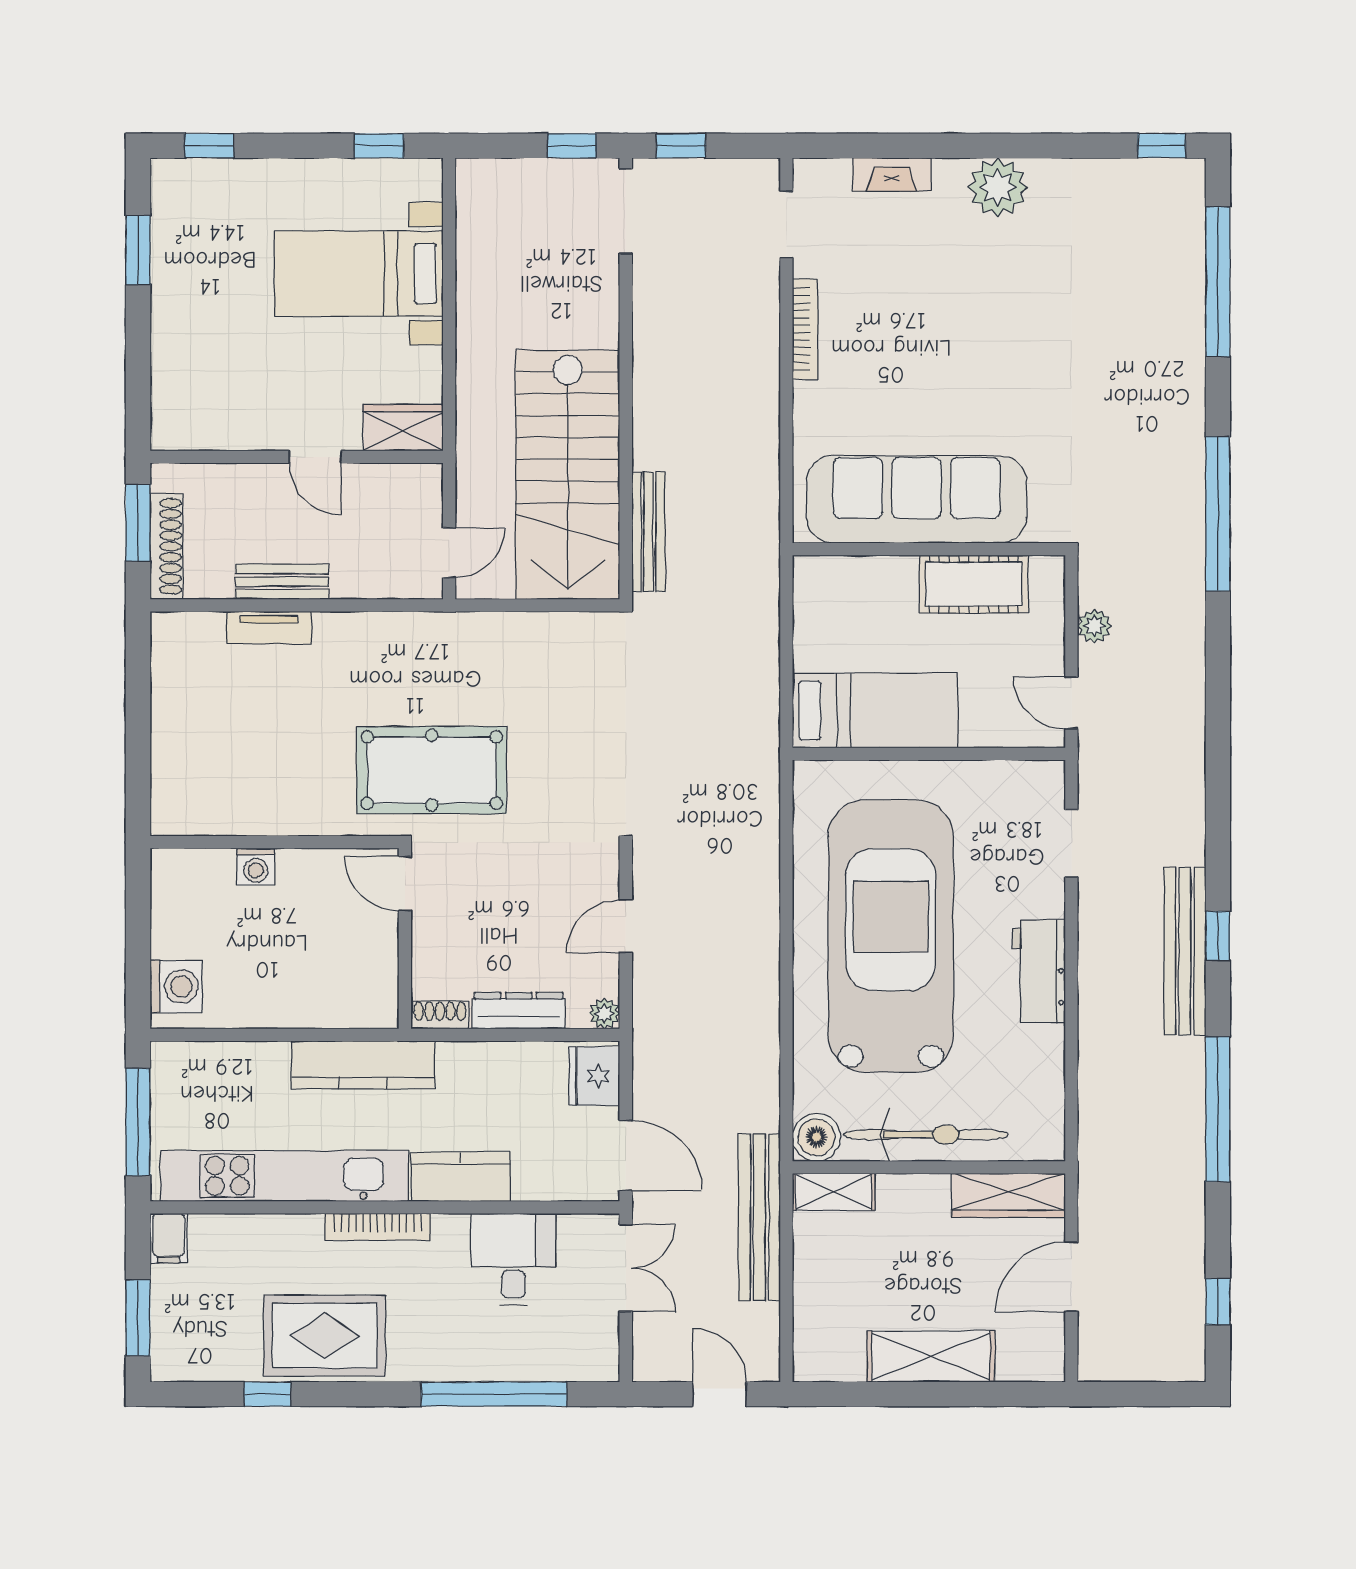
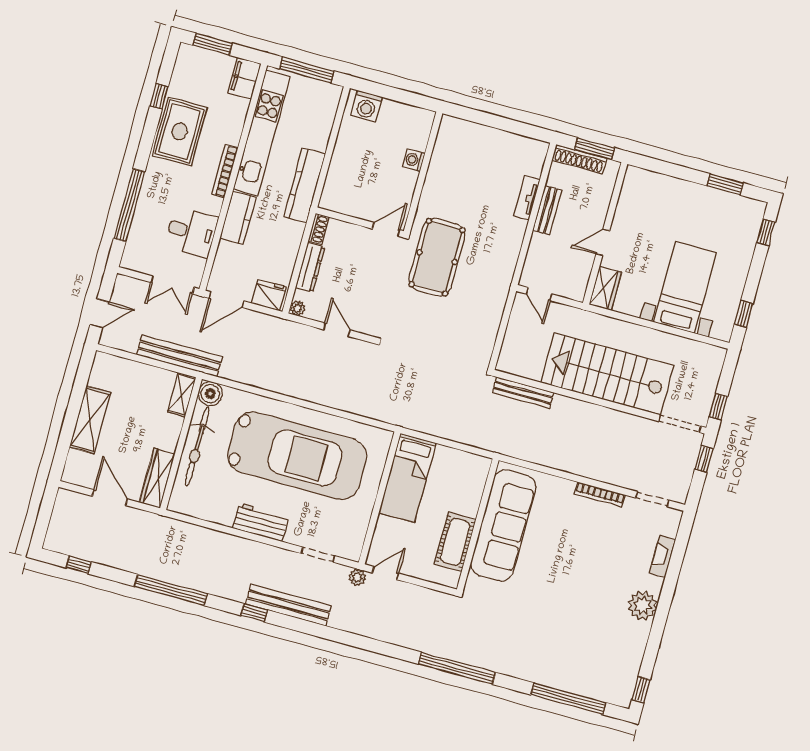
stairs: (568, 475) -> (607, 374), moved
plant: (1094, 626) -> (357, 577), moved
bench: (1185, 951) -> (288, 605), moved
filing cabinet: (169, 1238) -> (244, 78), width x2.00

